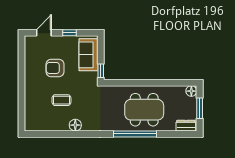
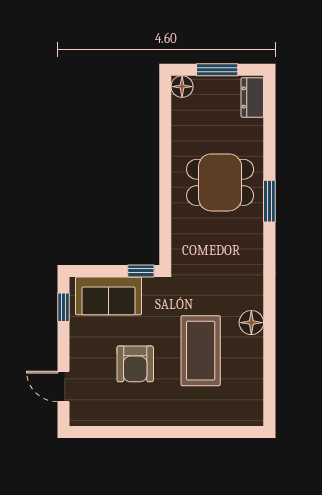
window: (70, 33) -> (63, 307), moved
coffee table: (61, 100) -> (201, 351), width x1.86, depth x1.72
dining table: (144, 110) -> (220, 182), width x0.73
window: (135, 134) -> (269, 201), width x0.47

